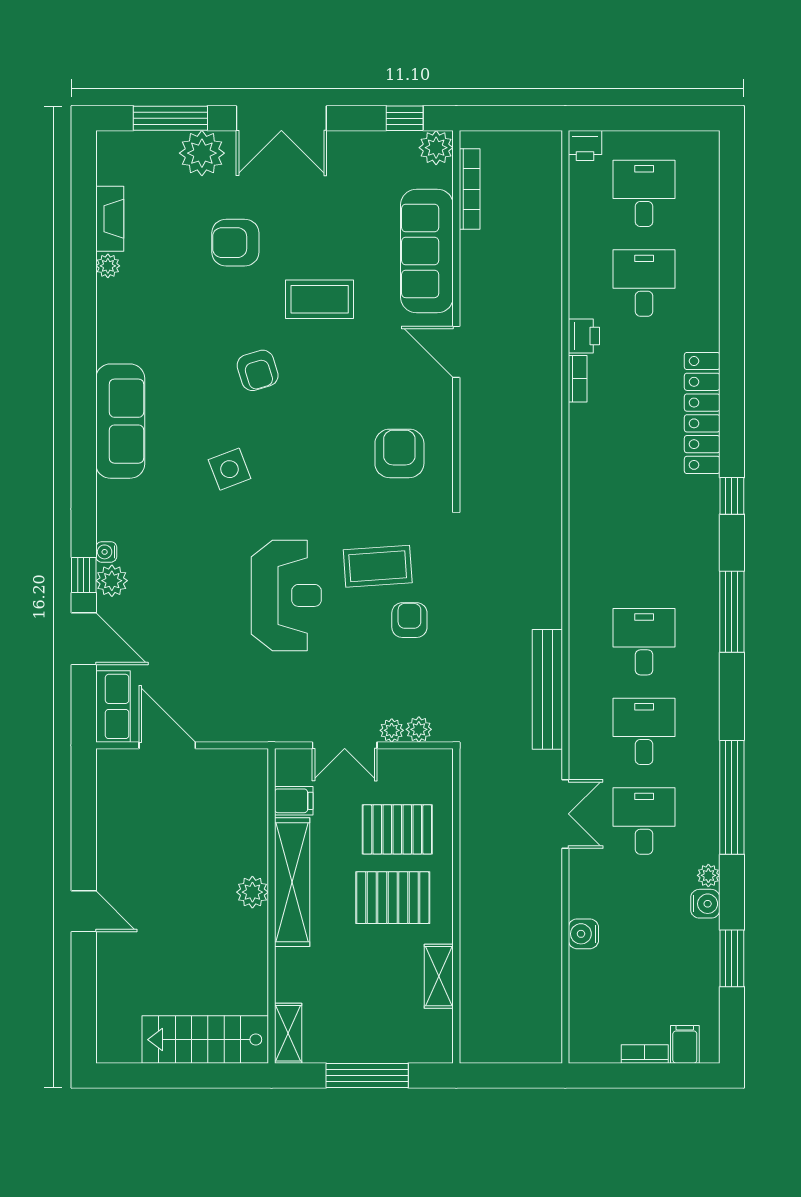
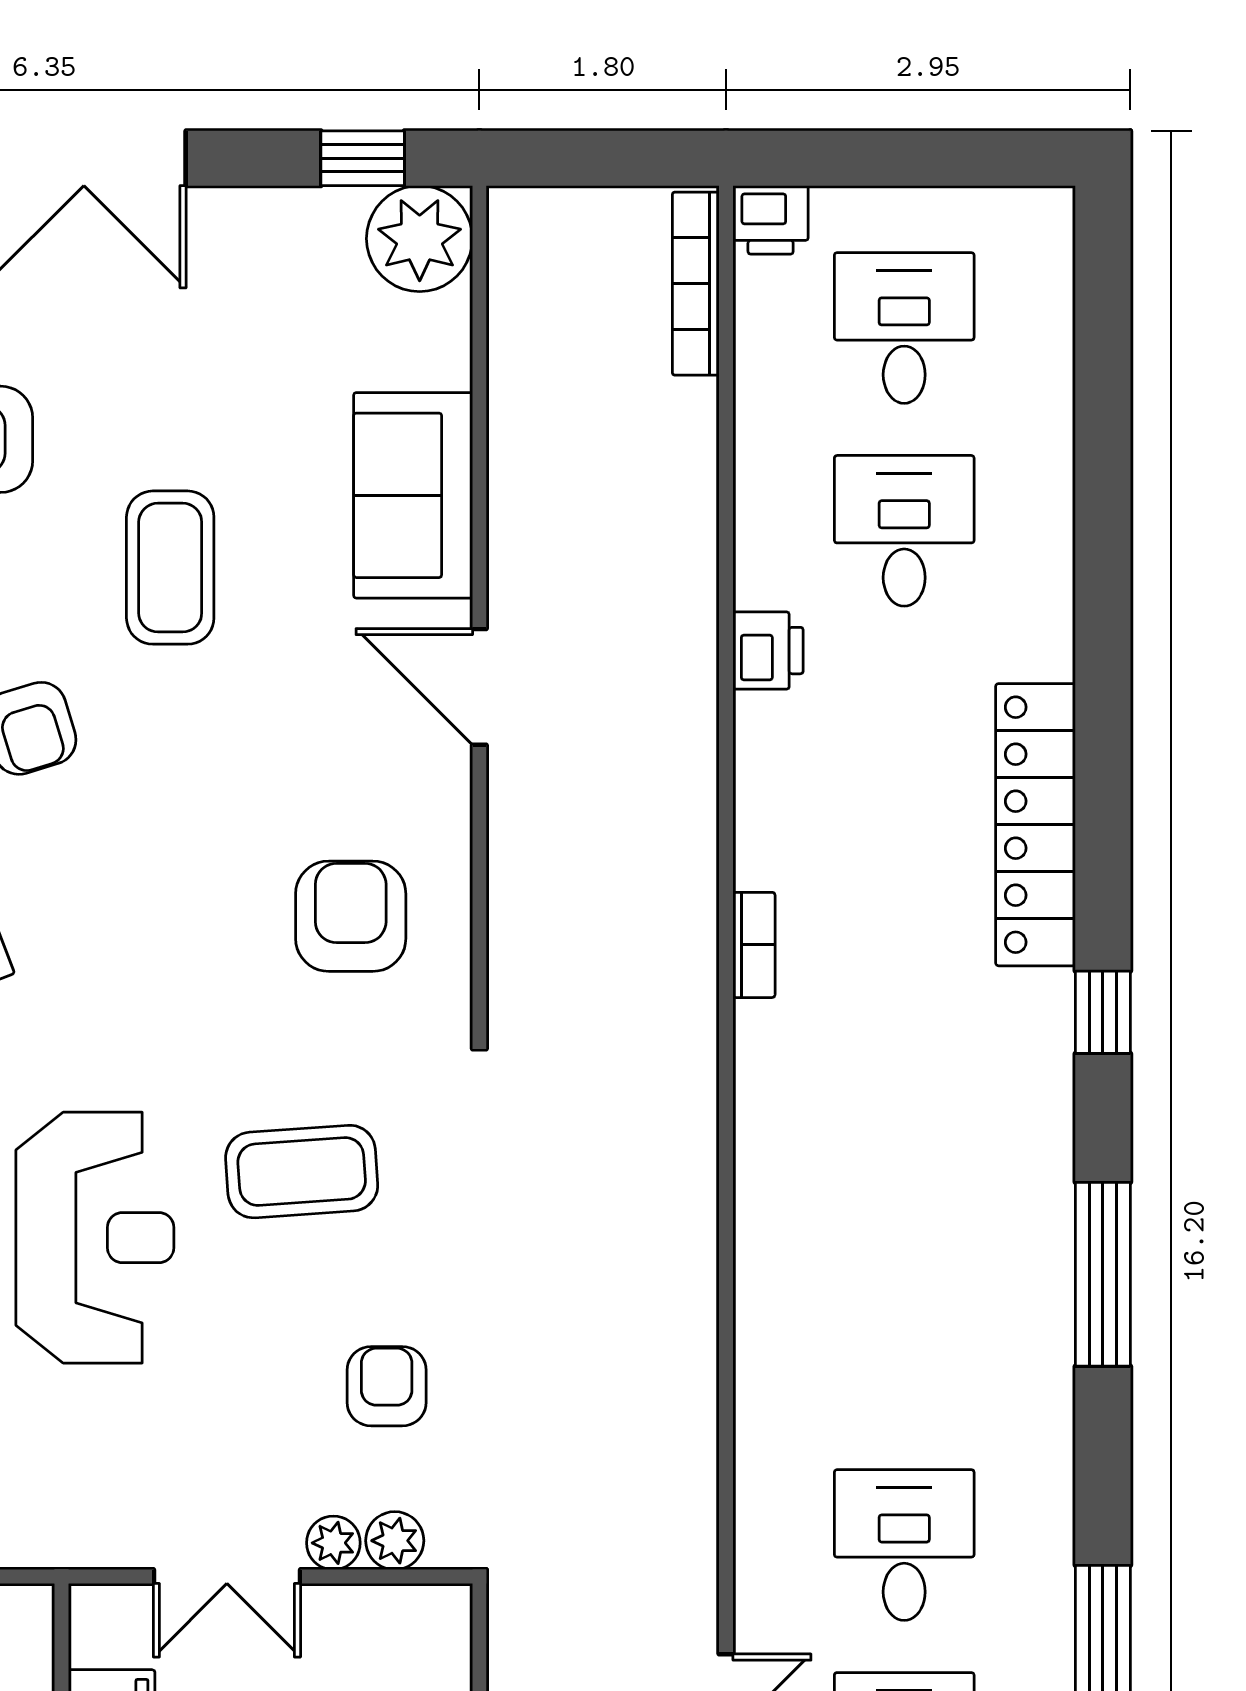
plant: (436, 148) -> (420, 239), width x1.36, depth x1.36
bookcase: (470, 189) -> (696, 284), moved, turned 180
sofa: (427, 251) -> (413, 495), width x0.73
coffee table: (320, 299) -> (170, 568), turned 90
bookcase: (578, 379) -> (754, 945), moved
armchair: (409, 620) -> (387, 1386), moved
desk: (644, 642) -> (904, 1342), removed
bench: (547, 689) -> (685, 1450), removed

